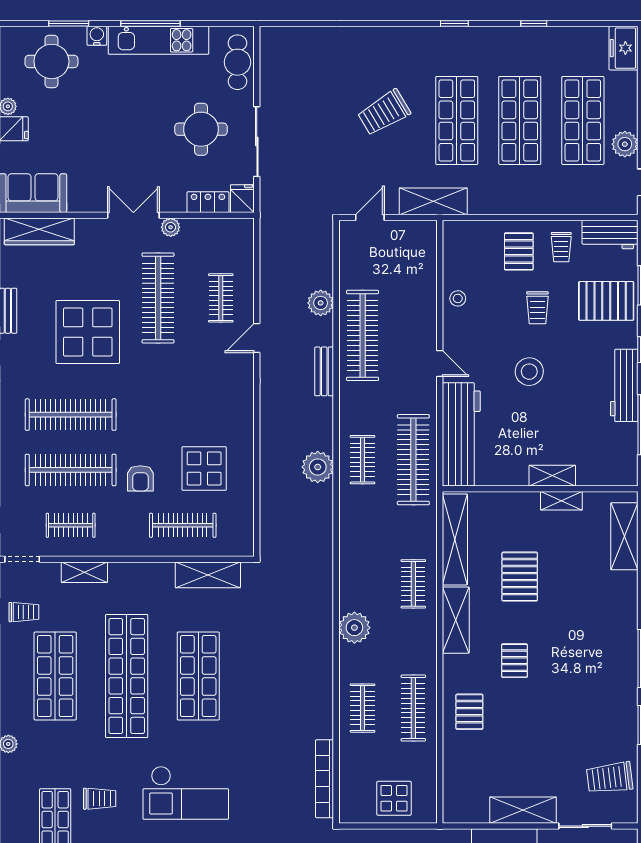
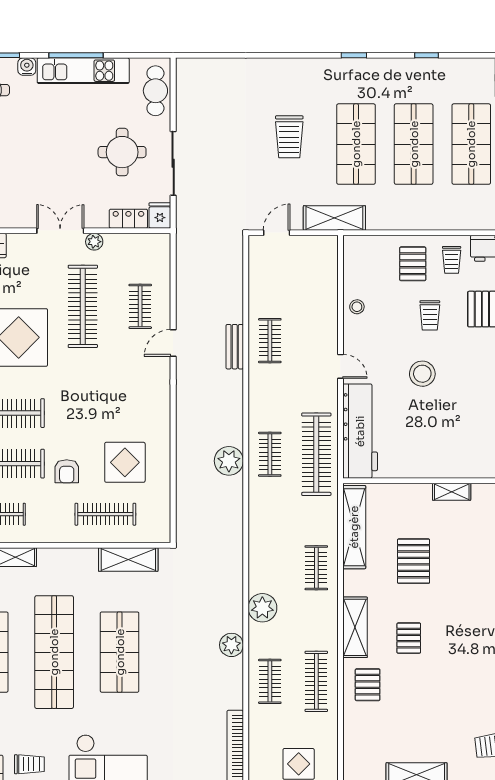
trolley: (384, 113) -> (289, 137), turned -59
plant: (321, 303) -> (231, 645), moved
clothes rail: (363, 335) -> (270, 341), width x0.54, depth x0.76
bench: (324, 371) -> (235, 347), moved
shelving: (552, 476) -> (443, 469), removed
shelving: (456, 620) -> (355, 627), moved

